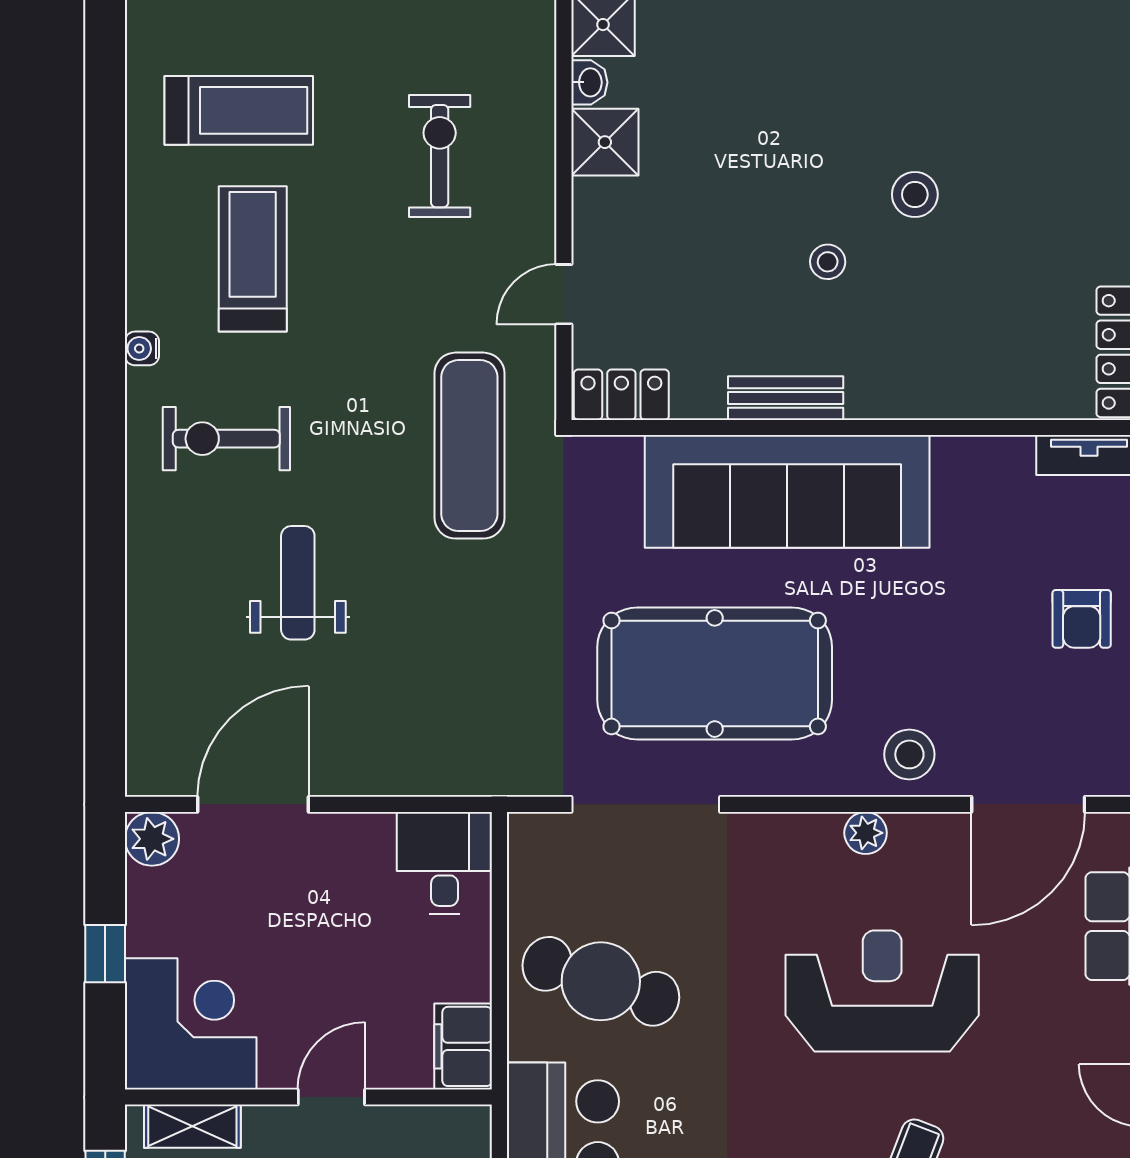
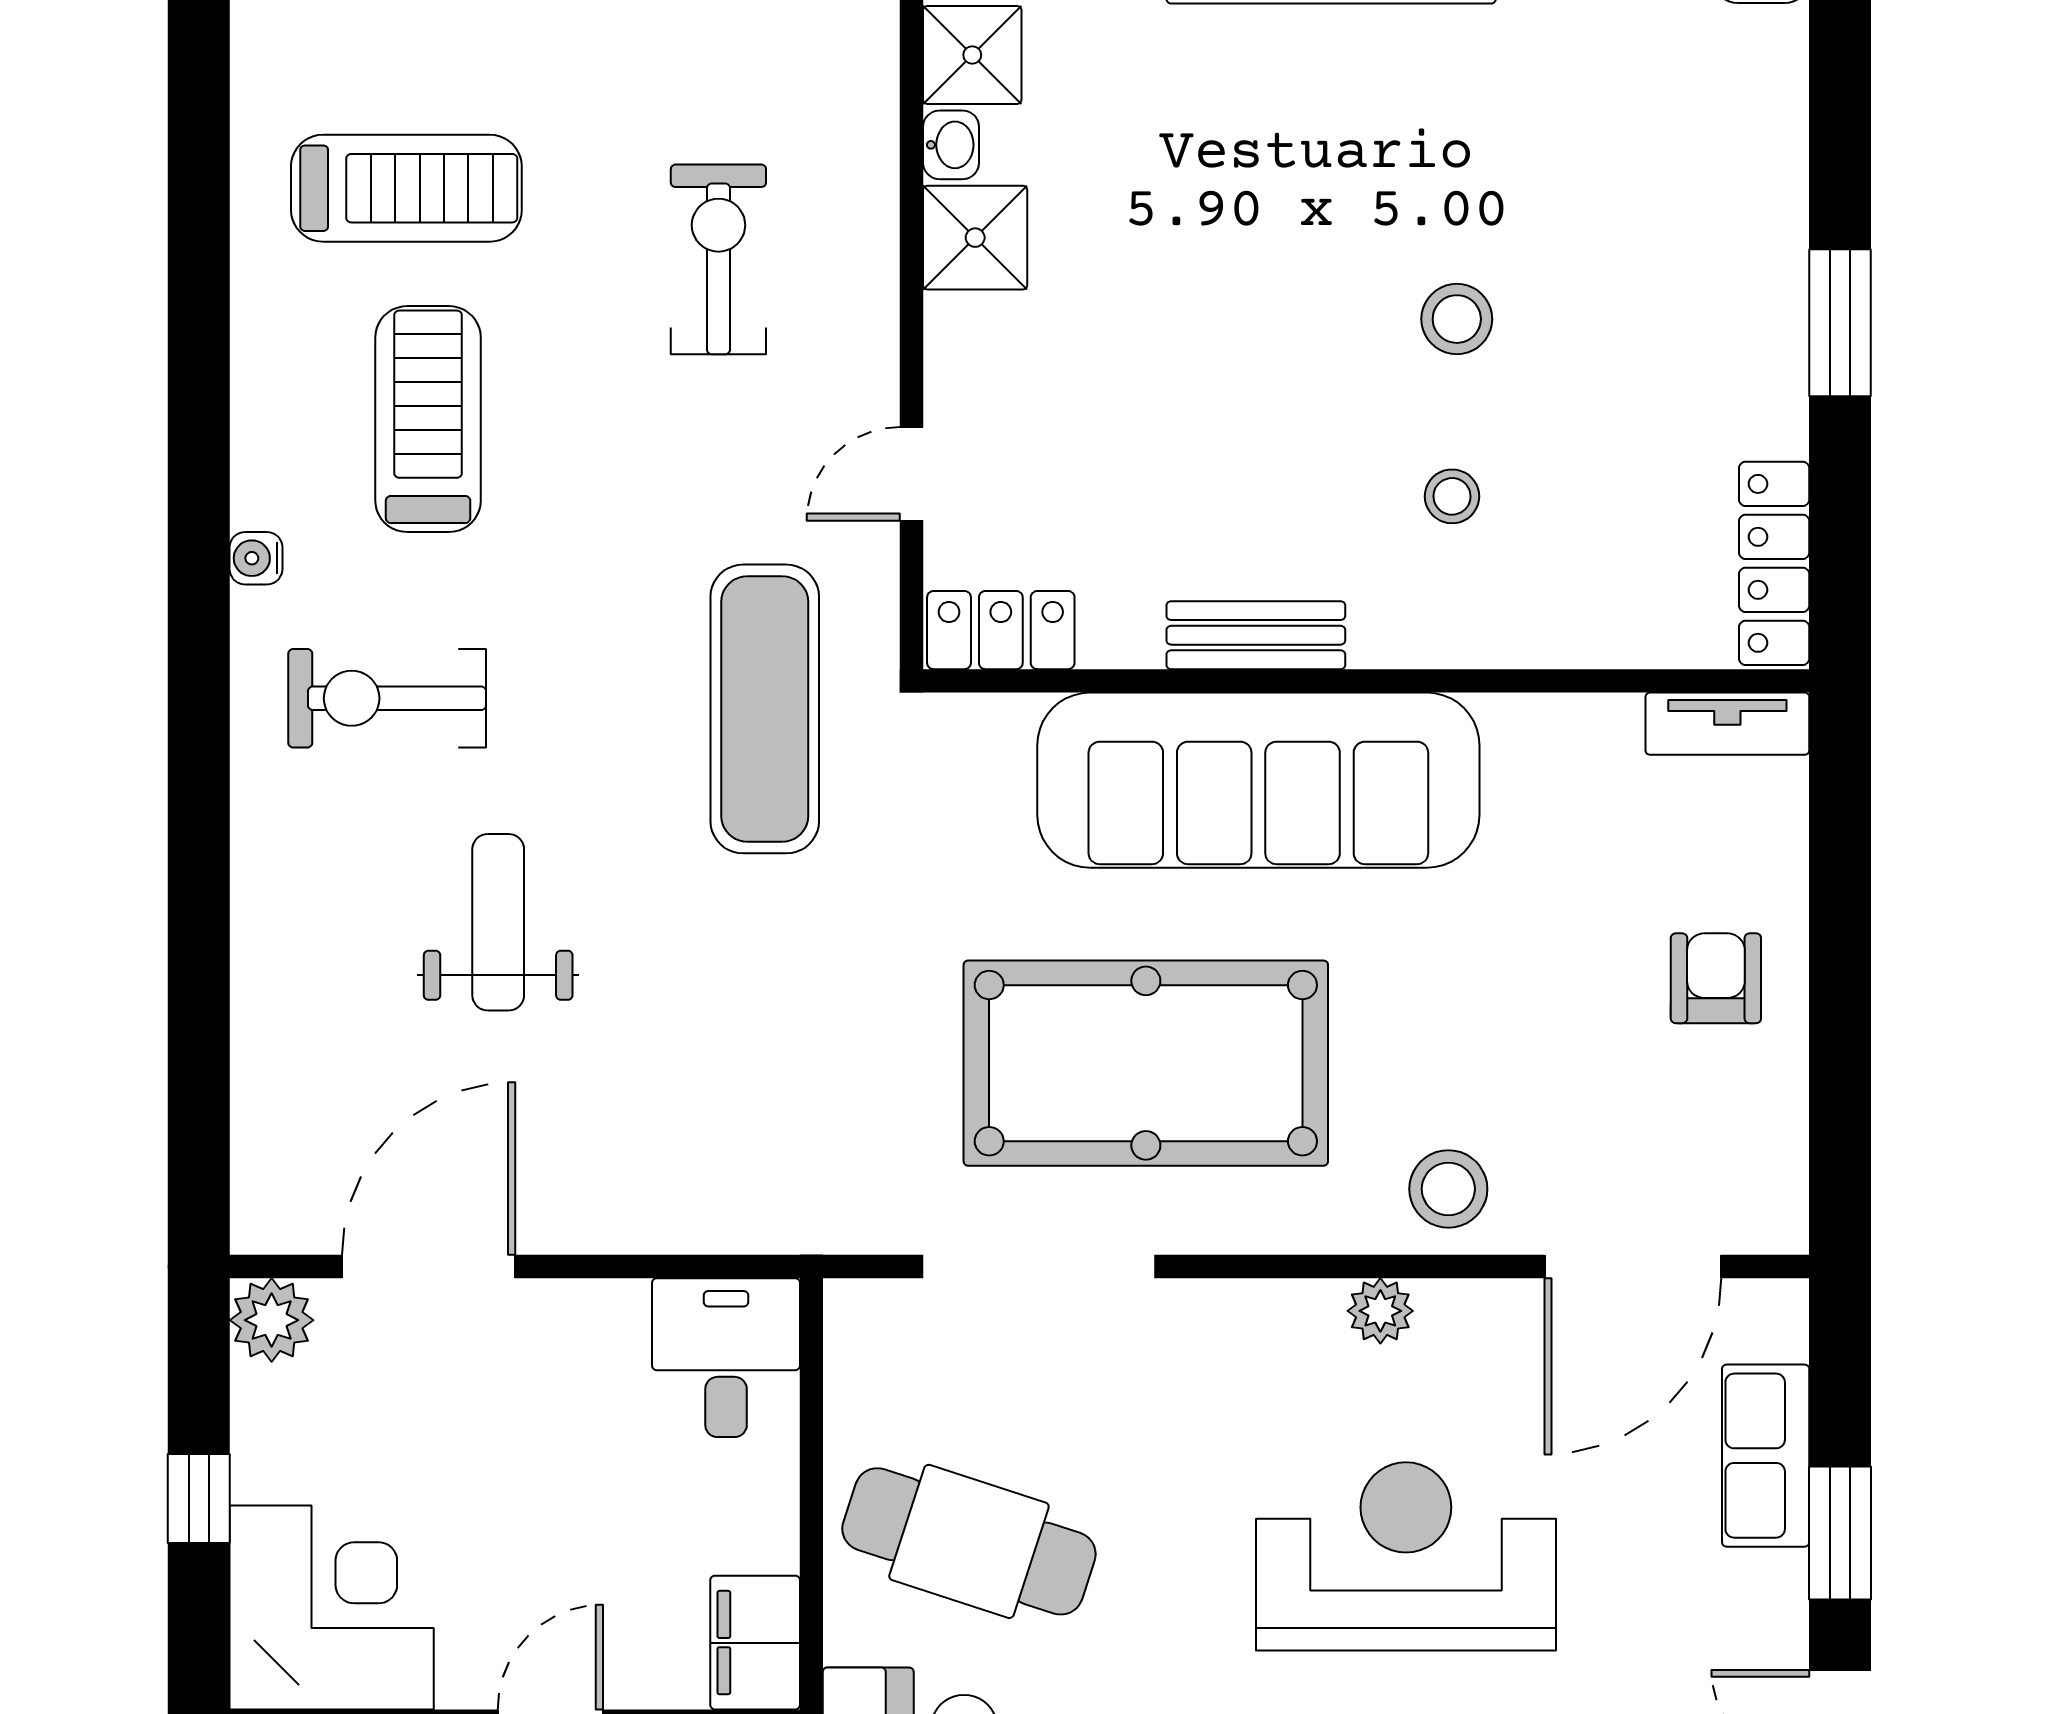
stool: (828, 262) -> (1452, 496), moved
armchair: (1082, 619) -> (1716, 978), turned 180

